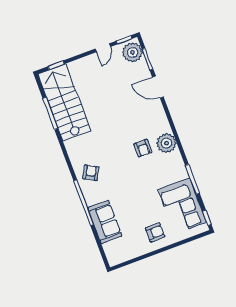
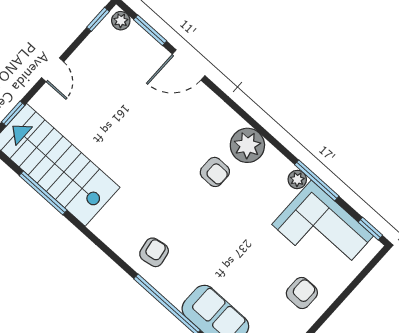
door: (103, 48) -> (53, 70), moved
plant: (132, 52) -> (121, 21), width x0.53, depth x0.53
armchair: (91, 173) -> (154, 252), turned 51
plant: (183, 174) -> (297, 179), added

